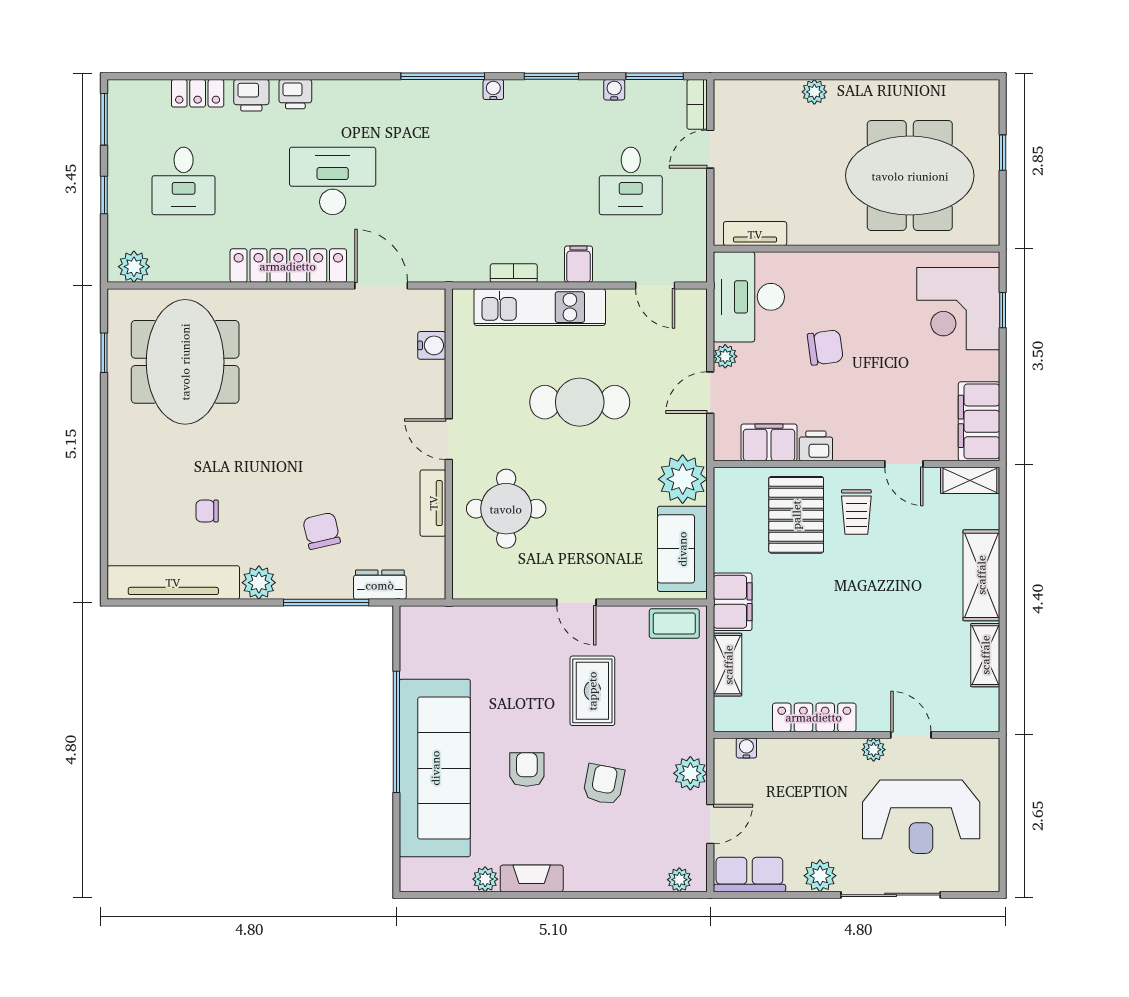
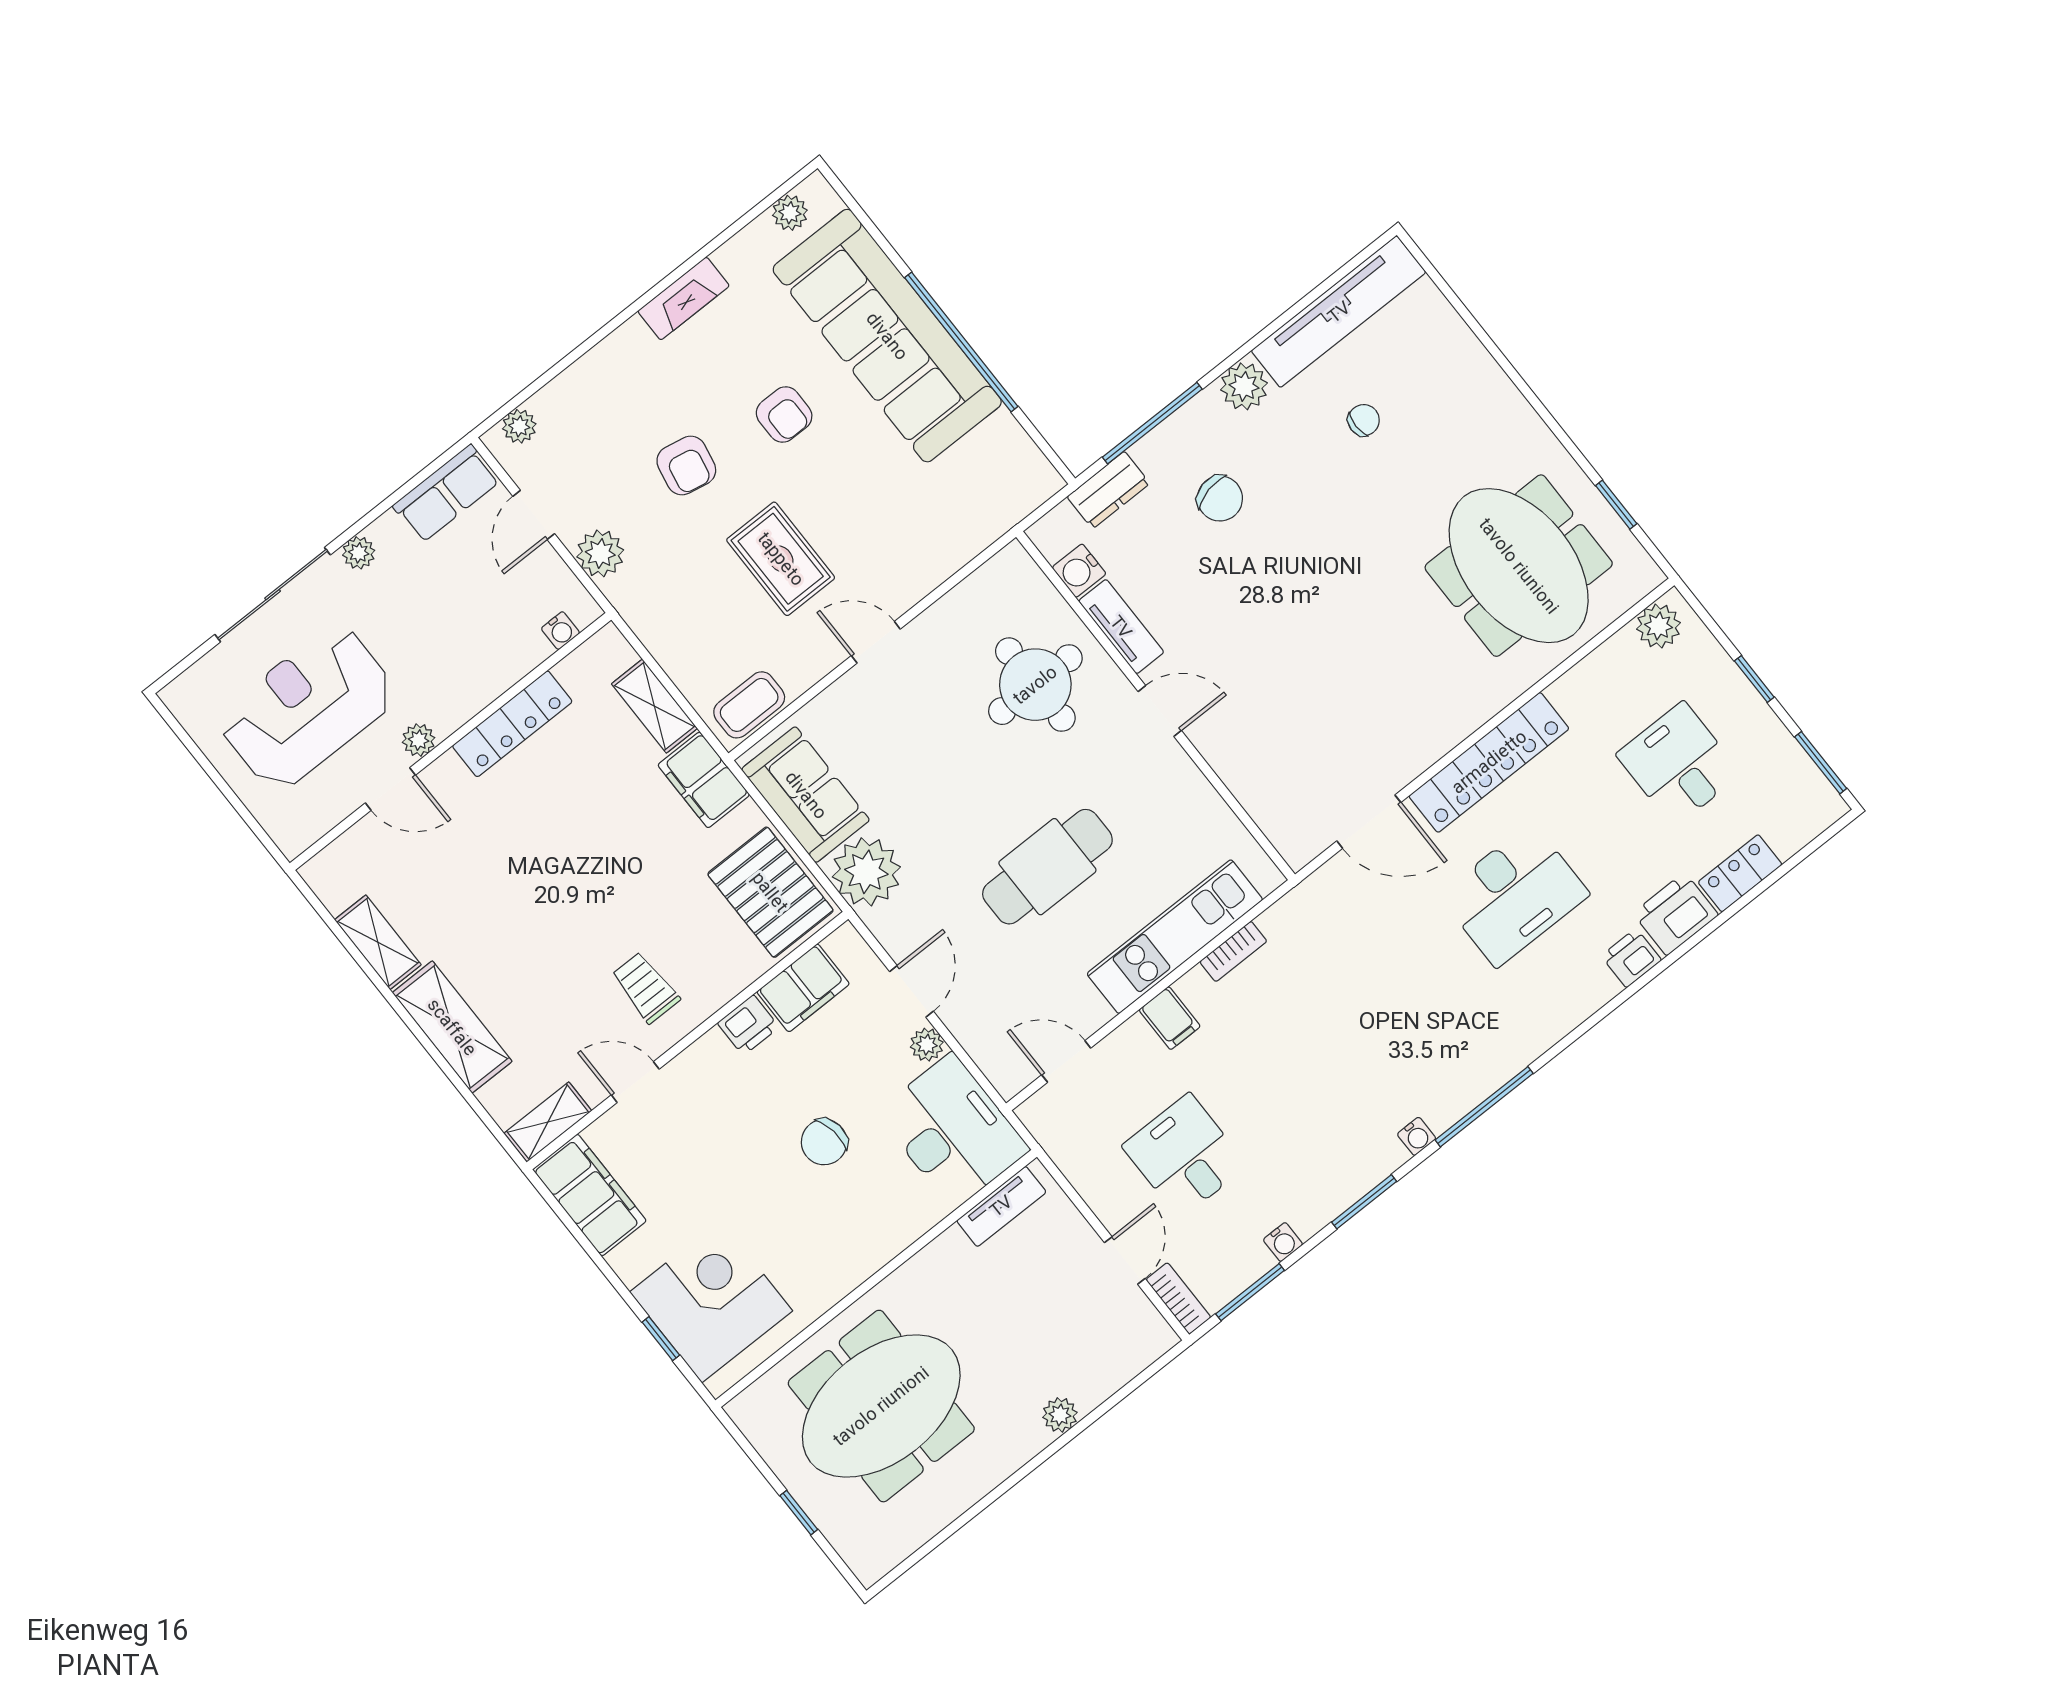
printer: (251, 95) -> (1676, 914), width x1.36, depth x1.24
water cooler: (432, 345) -> (1079, 571), moved
pallet: (796, 515) -> (770, 892), moved
plant: (820, 876) -> (359, 553), width x0.73, depth x0.73
plant: (485, 879) -> (790, 213), moved

